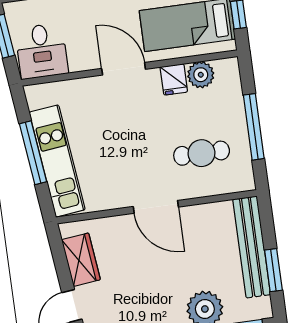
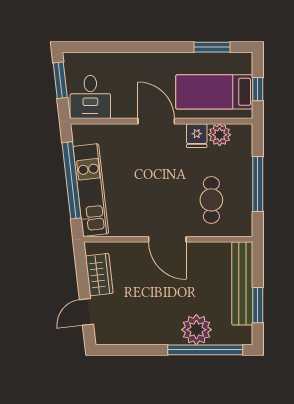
window: (33, 153) -> (72, 180), width x1.46
cafe table: (202, 153) -> (211, 200), turned 90

